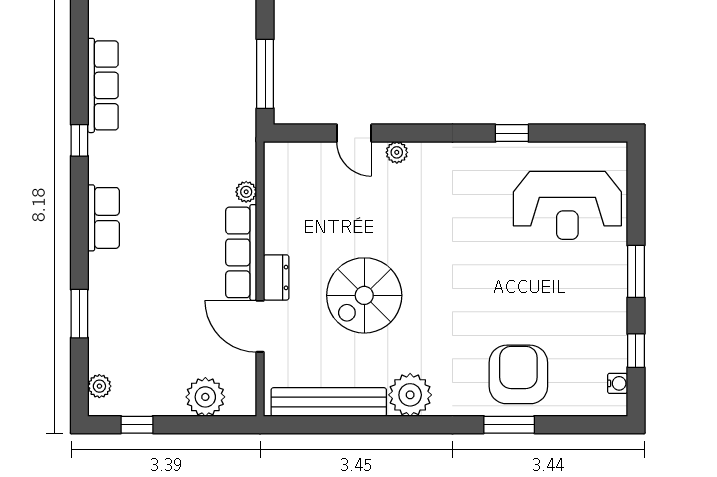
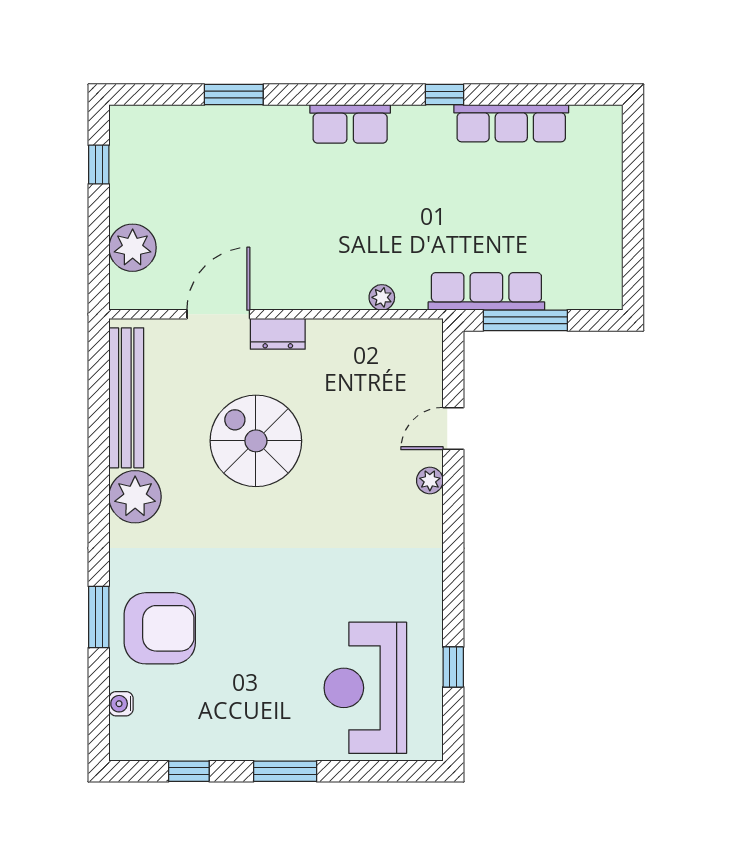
window: (512, 133) -> (453, 667), moved
row of seats: (241, 252) -> (486, 291), moved
water cooler: (618, 383) -> (121, 704), moved, turned 90
plant: (99, 386) -> (146, 119), removed

